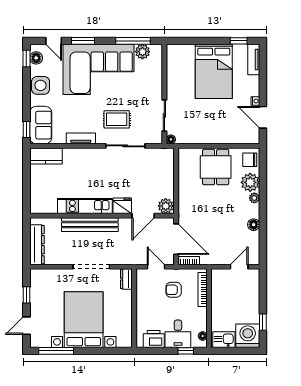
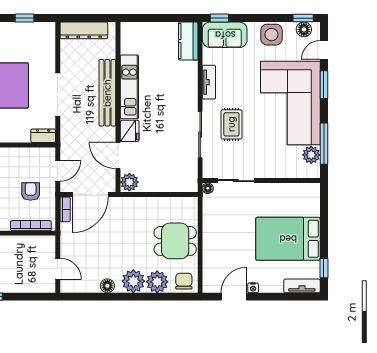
plant: (254, 198) -> (133, 281), width x1.87, depth x1.87

